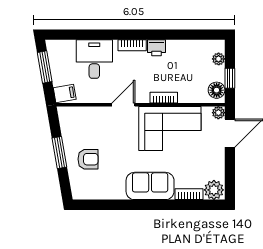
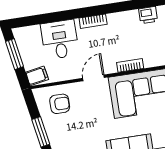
printer: (157, 48) -> (148, 15), moved
armchair: (88, 159) -> (60, 104), moved

